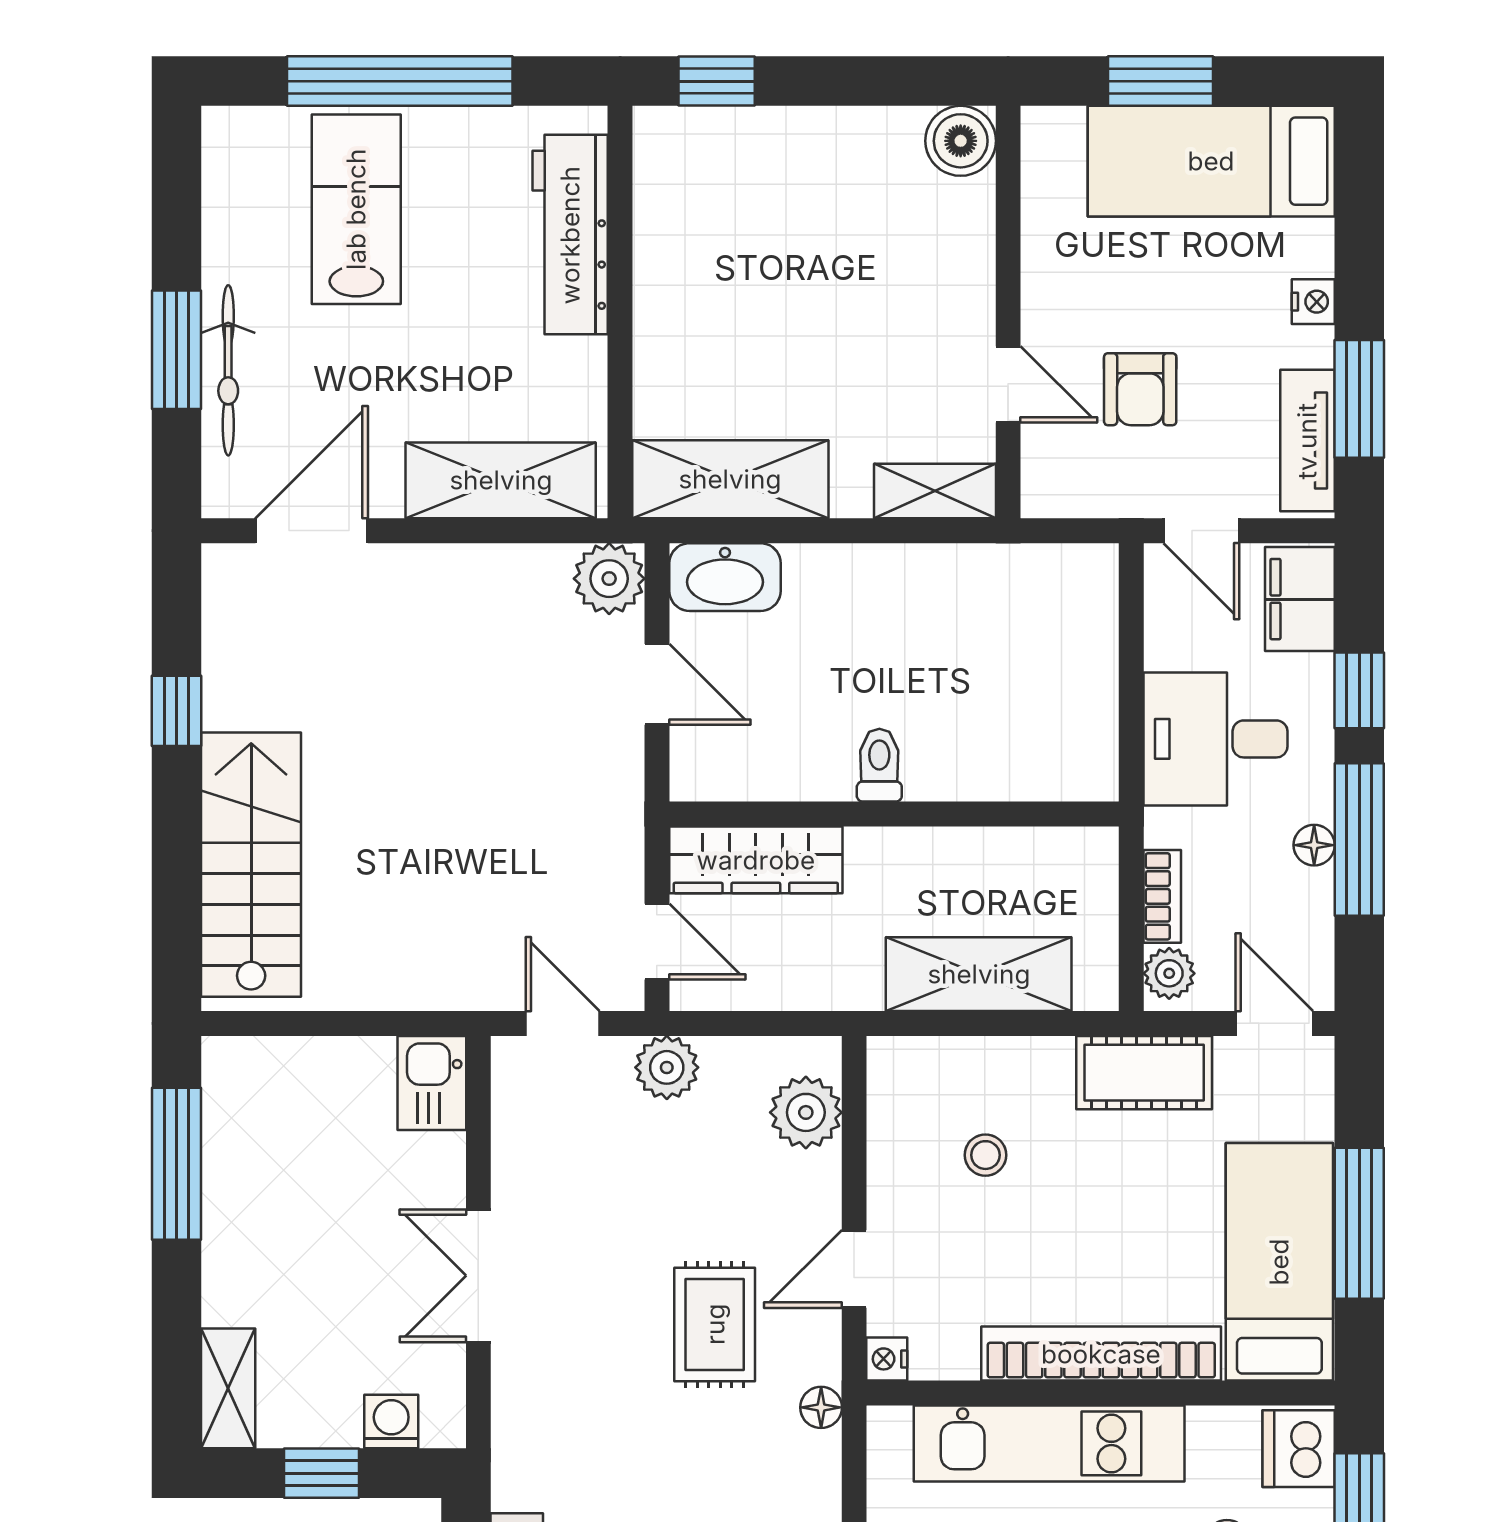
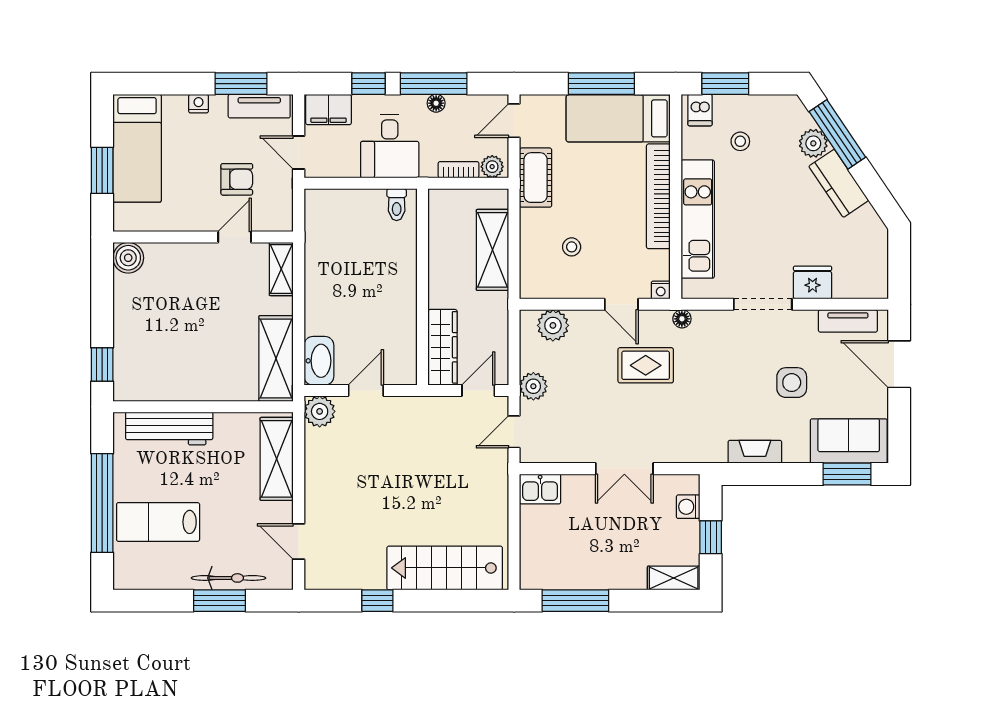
door: (312, 531) -> (299, 542), width x0.73
door: (1201, 531) -> (299, 153), swing flipped
toilet: (879, 765) -> (397, 205), moved, turned -90
dishwasher: (1299, 1449) -> (700, 110), width x0.73

